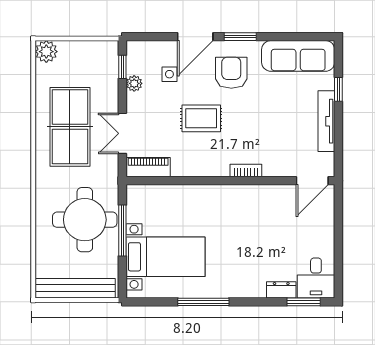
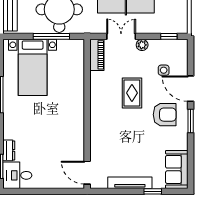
sofa: (298, 56) -> (177, 169), width x0.73
plant: (134, 83) -> (142, 45), moved
bookcase: (246, 171) -> (94, 125), removed

